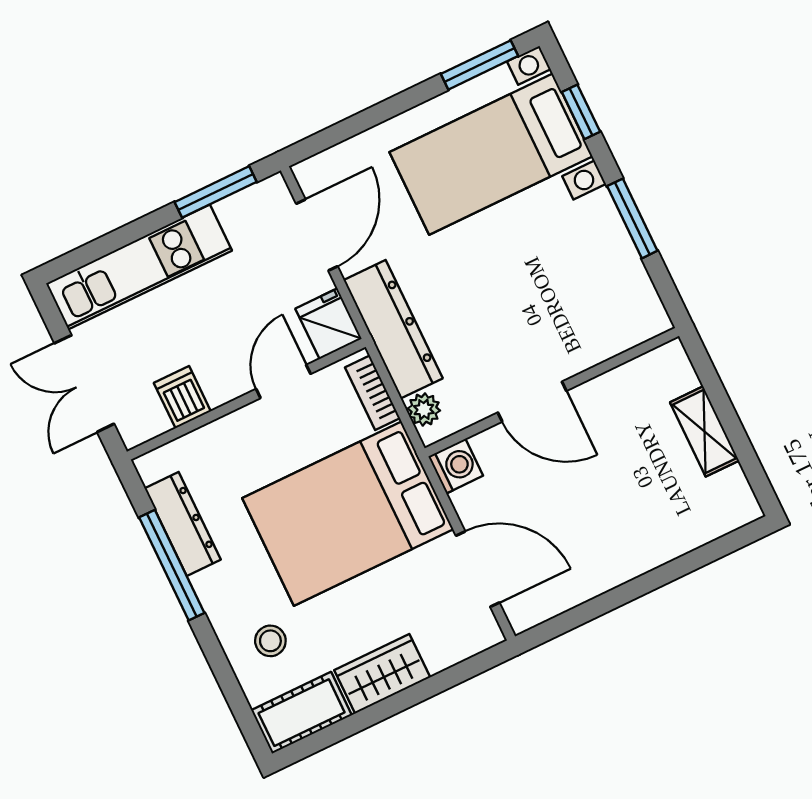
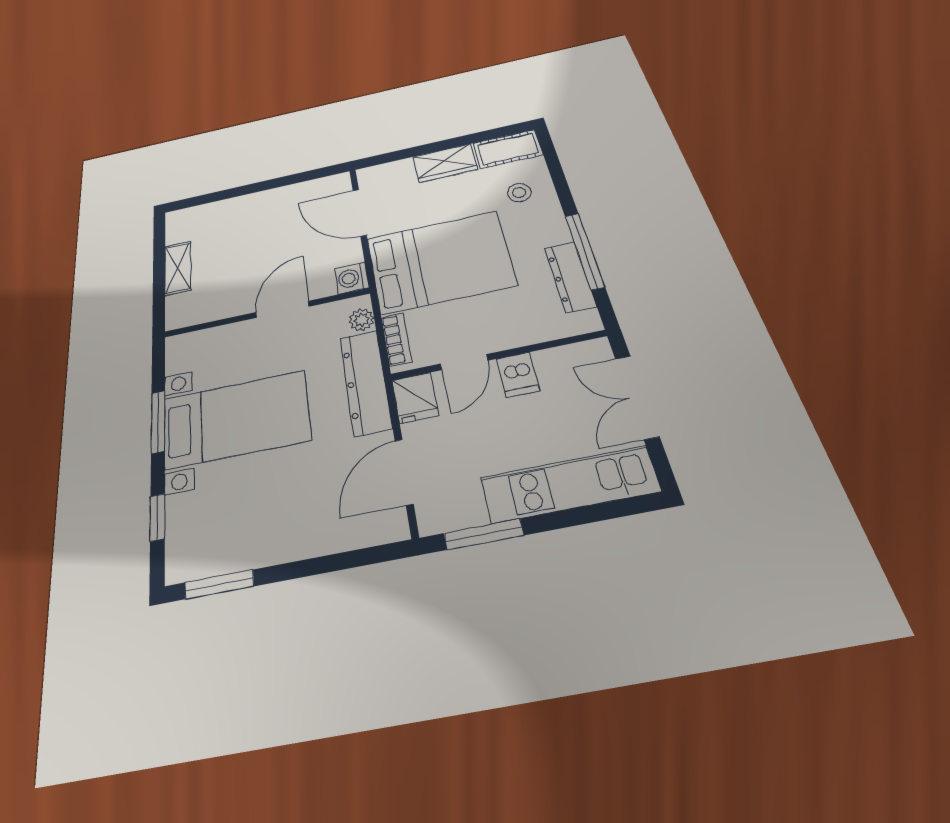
bed with nightstands: (491, 154) -> (236, 419), moved
double door: (84, 384) -> (637, 397), swing flipped
dishwasher: (182, 397) -> (518, 375), moved
door: (532, 402) -> (282, 309), hinge flipped

